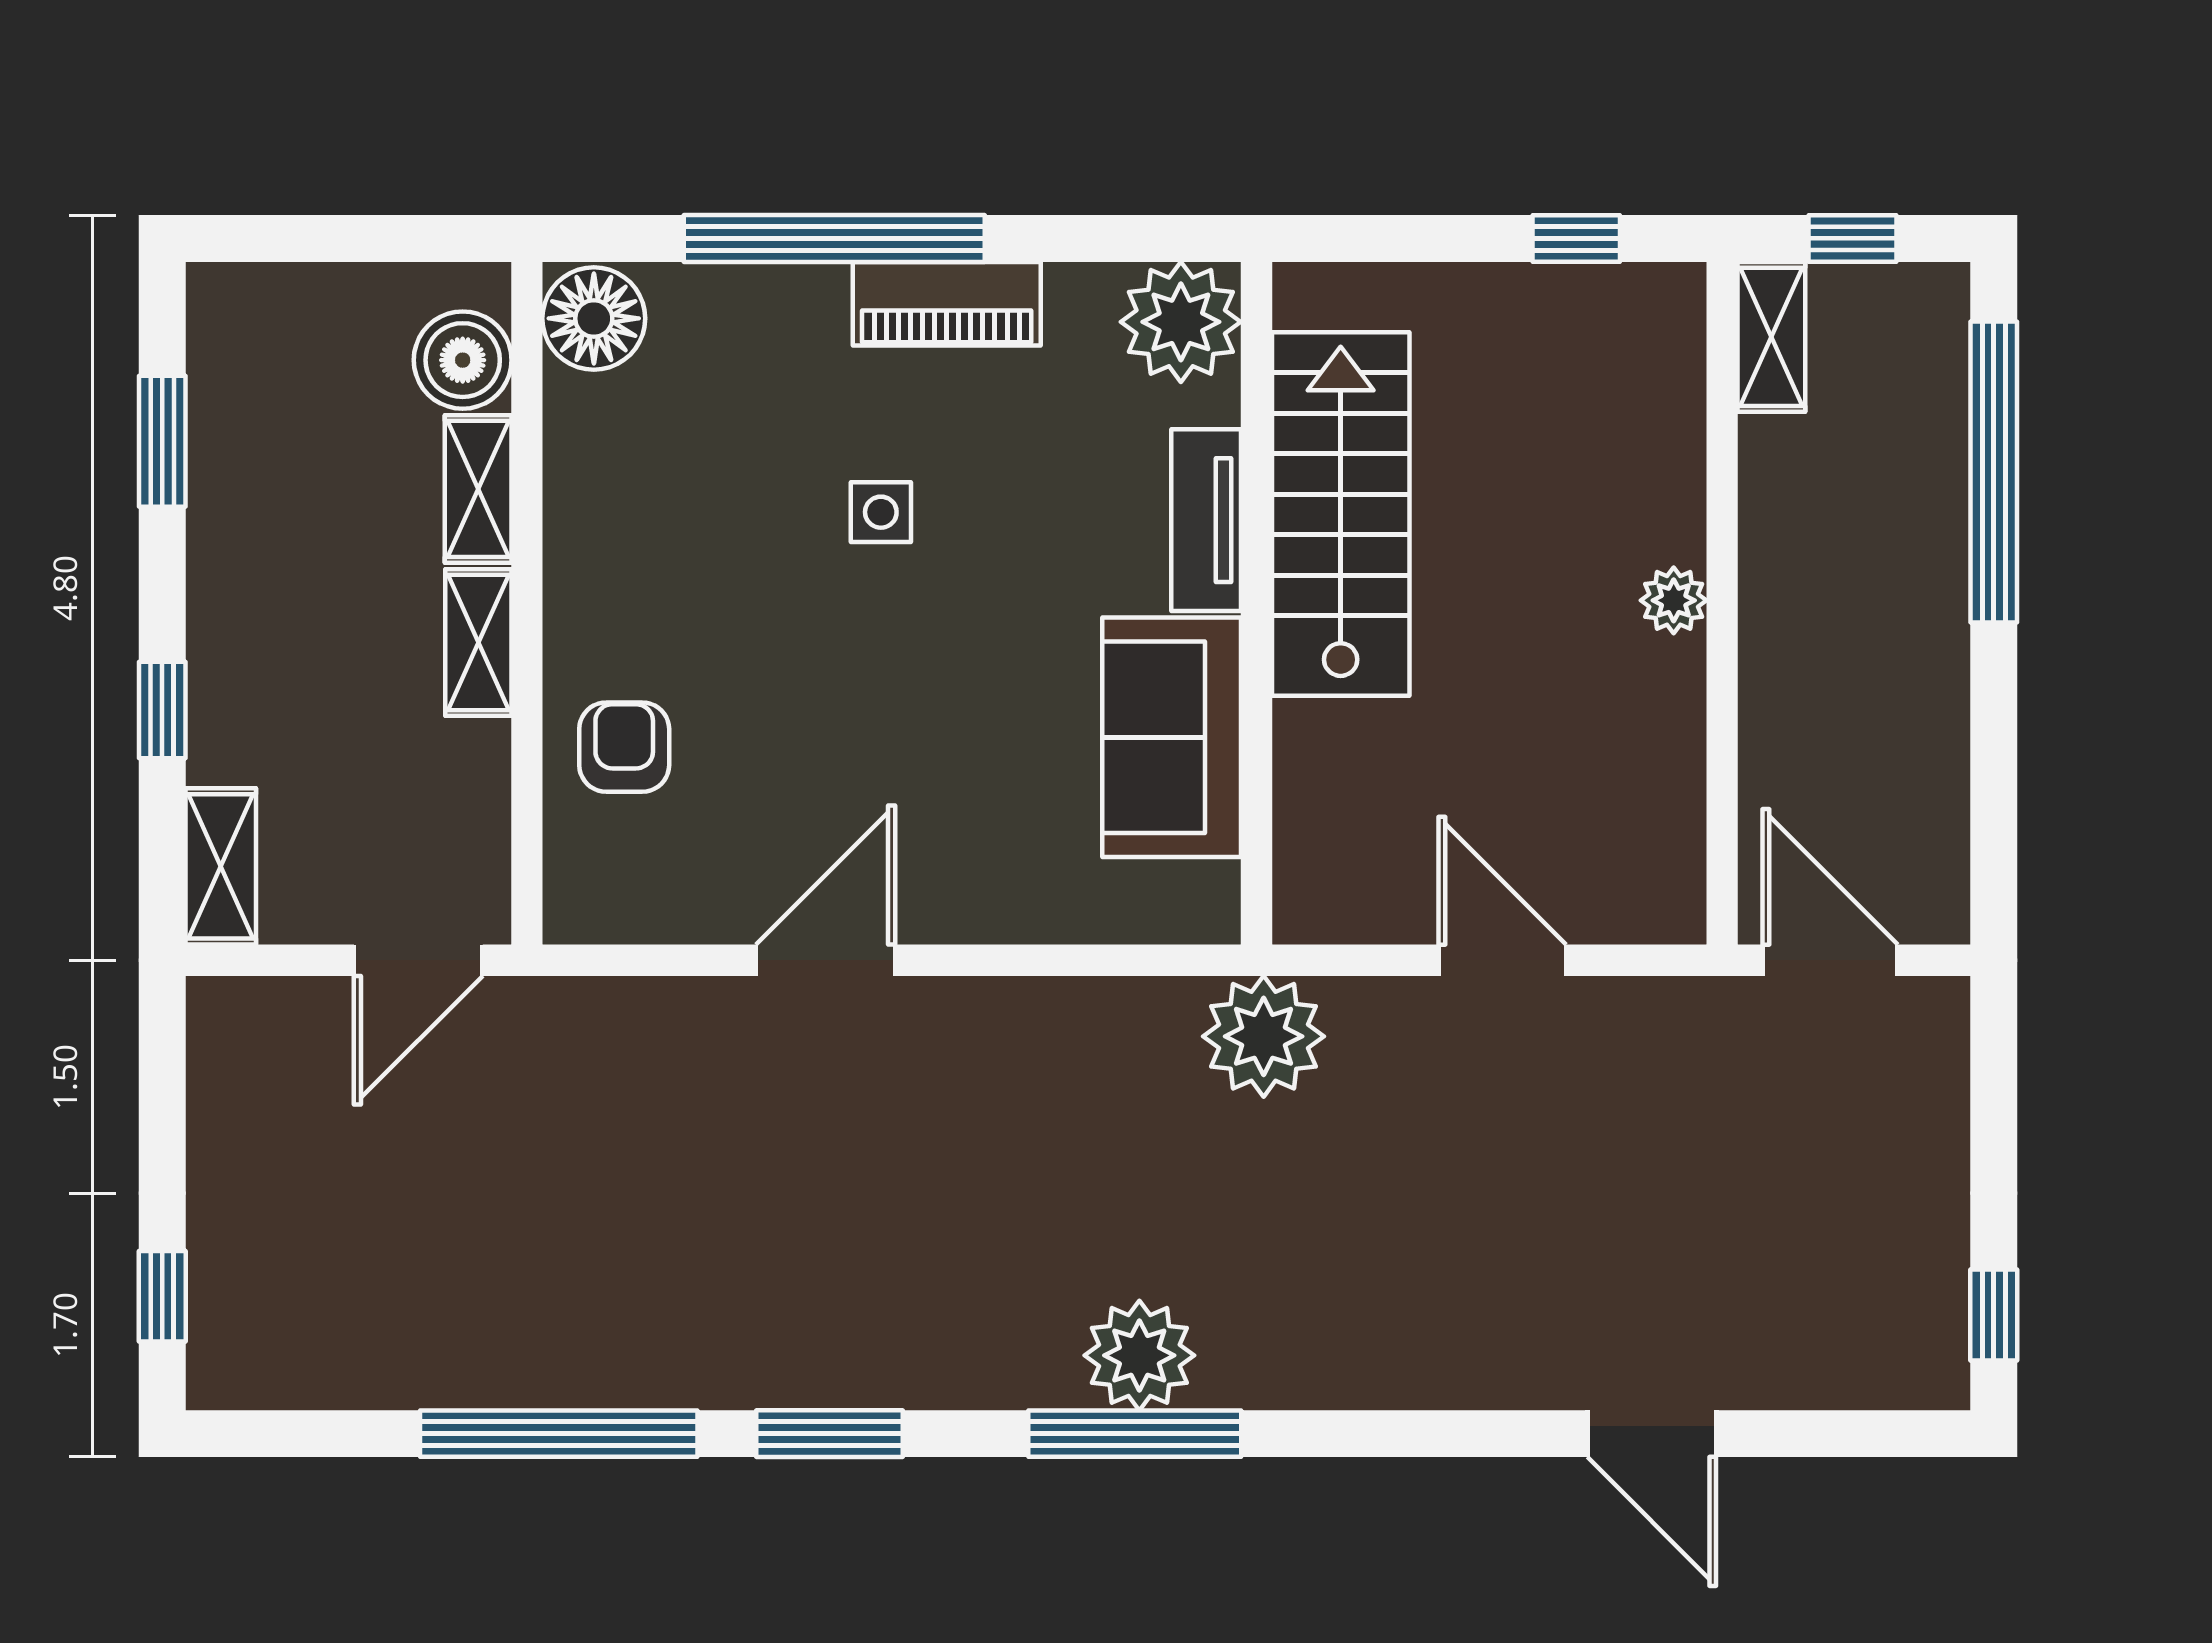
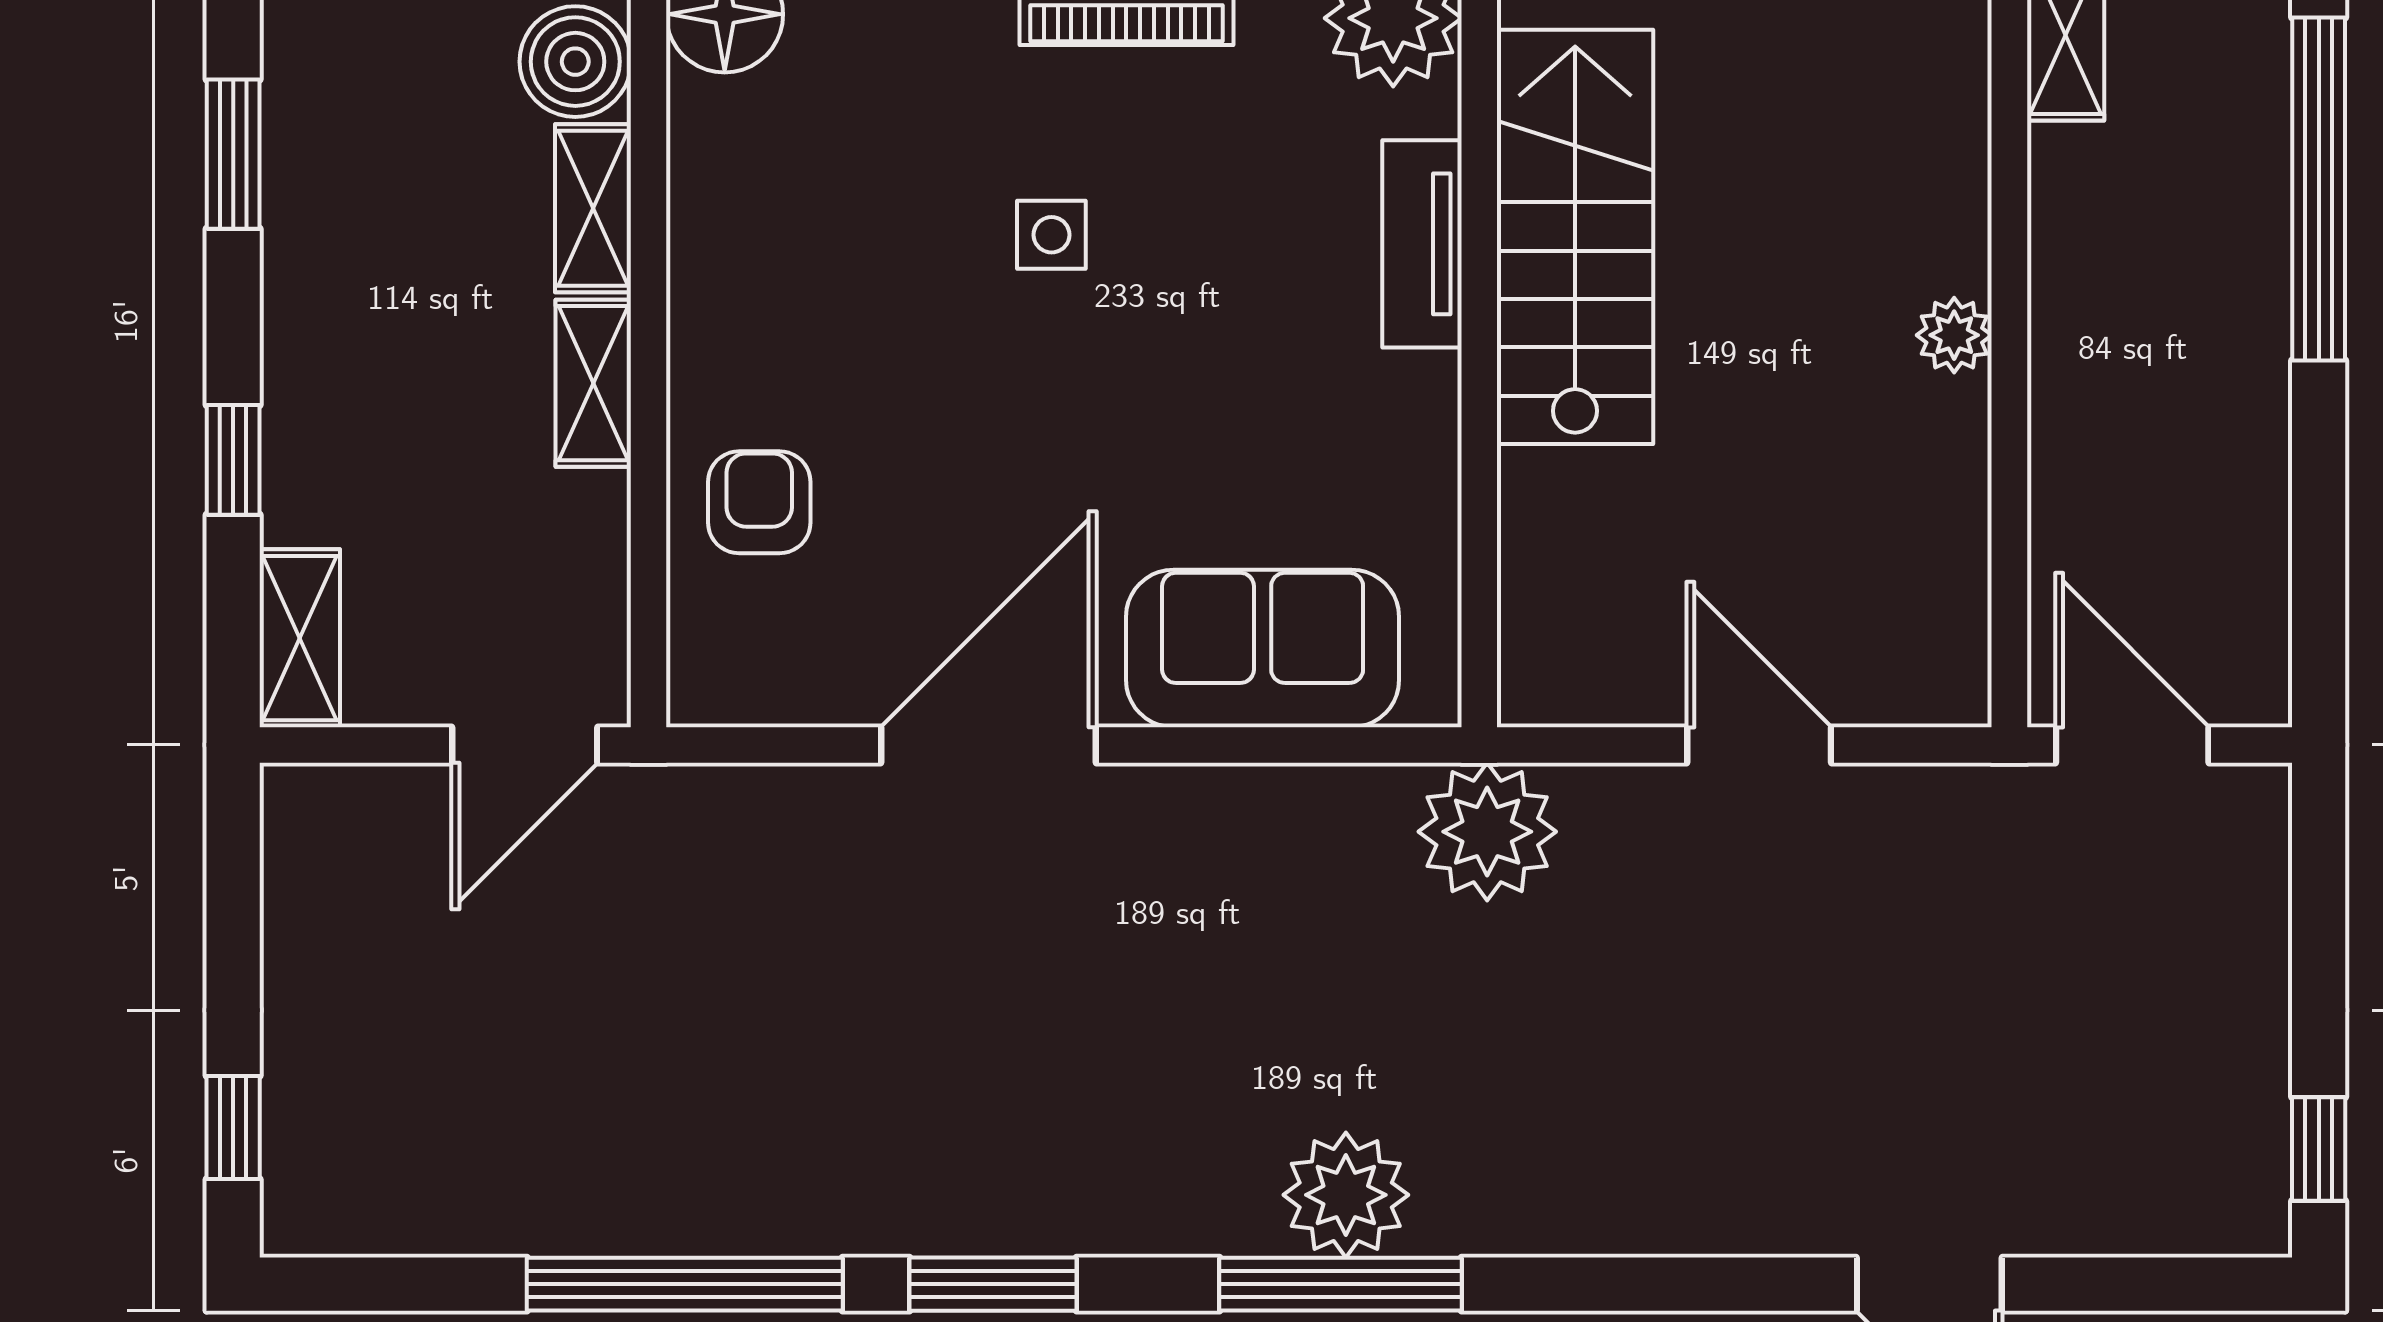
sofa: (1172, 737) -> (1263, 648), moved, turned 90
door: (826, 960) -> (989, 745), width x1.36

